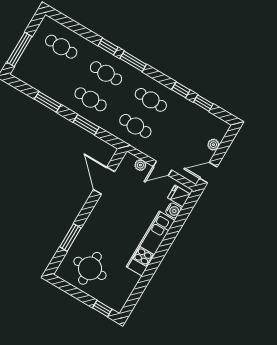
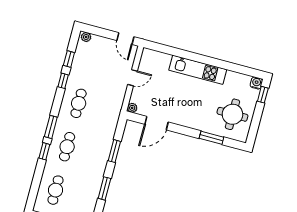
cafe table: (91, 99) -> (92, 153), removed
cafe table: (135, 126) -> (104, 110), removed
plant: (213, 145) -> (86, 37), moved
plant: (140, 165) -> (132, 108), moved
door: (162, 168) -> (133, 78), hinge flipped
fridge: (179, 196) -> (152, 57), removed
water cooler: (173, 210) -> (256, 83), moved

